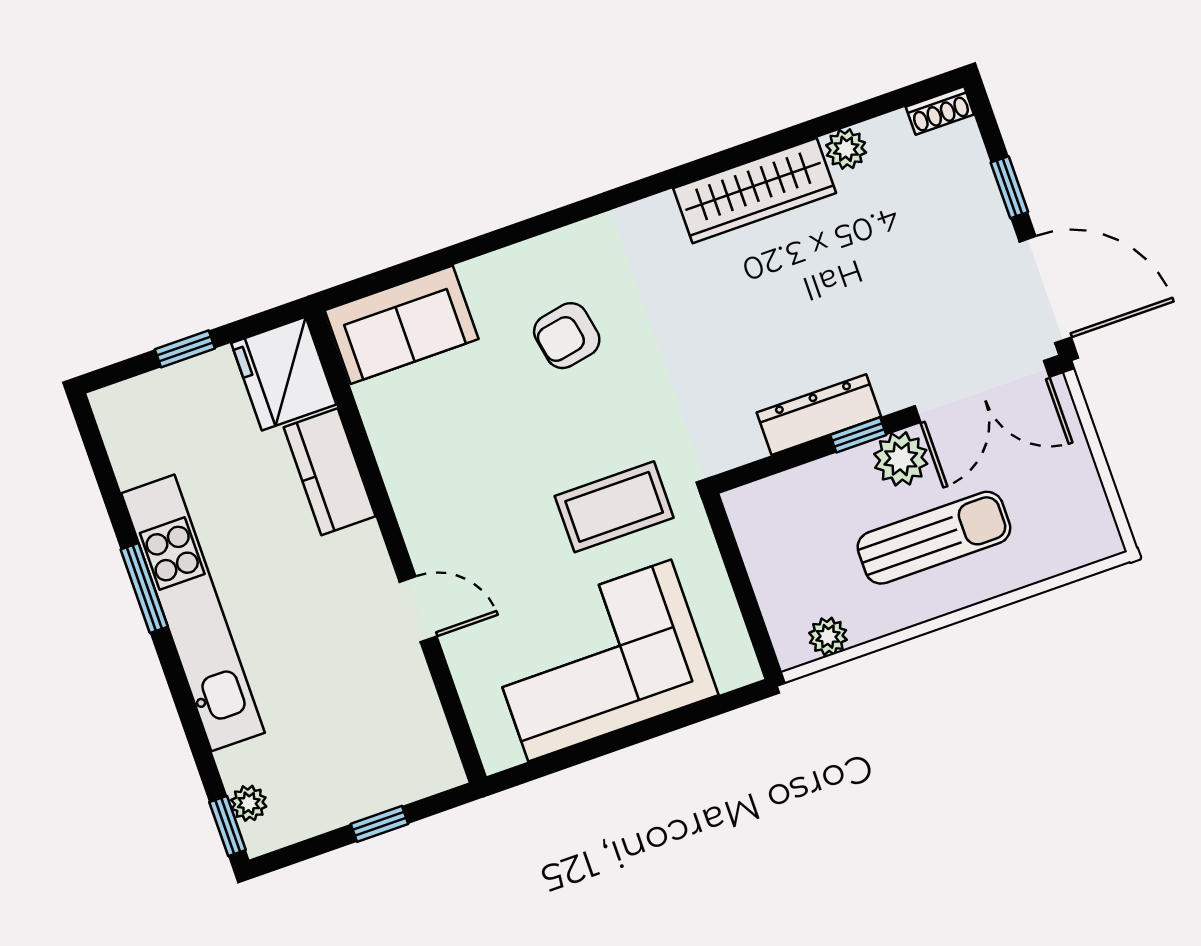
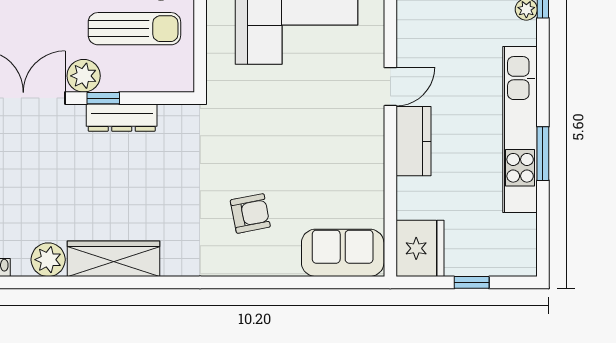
plant: (846, 149) -> (48, 260), width x1.38, depth x1.38
kitchen counter: (330, 472) -> (413, 141), moved
coffee table: (614, 507) -> (257, 106), removed
sun lounger: (934, 538) -> (134, 29), moved, turned 180
door: (418, 609) -> (390, 87), swing flipped

